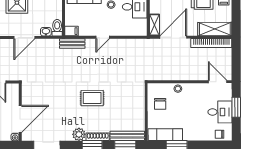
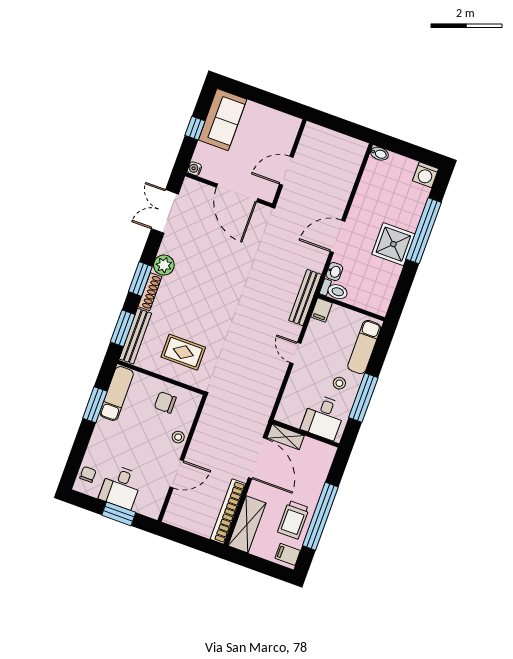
door: (24, 37) -> (338, 236), hinge flipped
bench: (72, 43) -> (305, 298), width x1.36
door: (218, 82) -> (177, 474), moved
rug: (92, 98) -> (183, 352), moved, turned 90
door: (20, 119) -> (237, 193), moved

